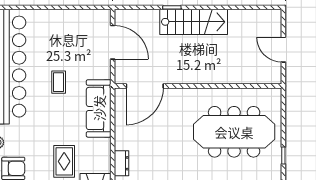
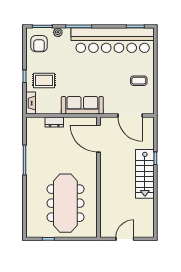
door: (113, 42) -> (130, 115), hinge flipped
coffee table: (59, 82) -> (139, 81), moved
dresser: (122, 163) -> (54, 122), moved

